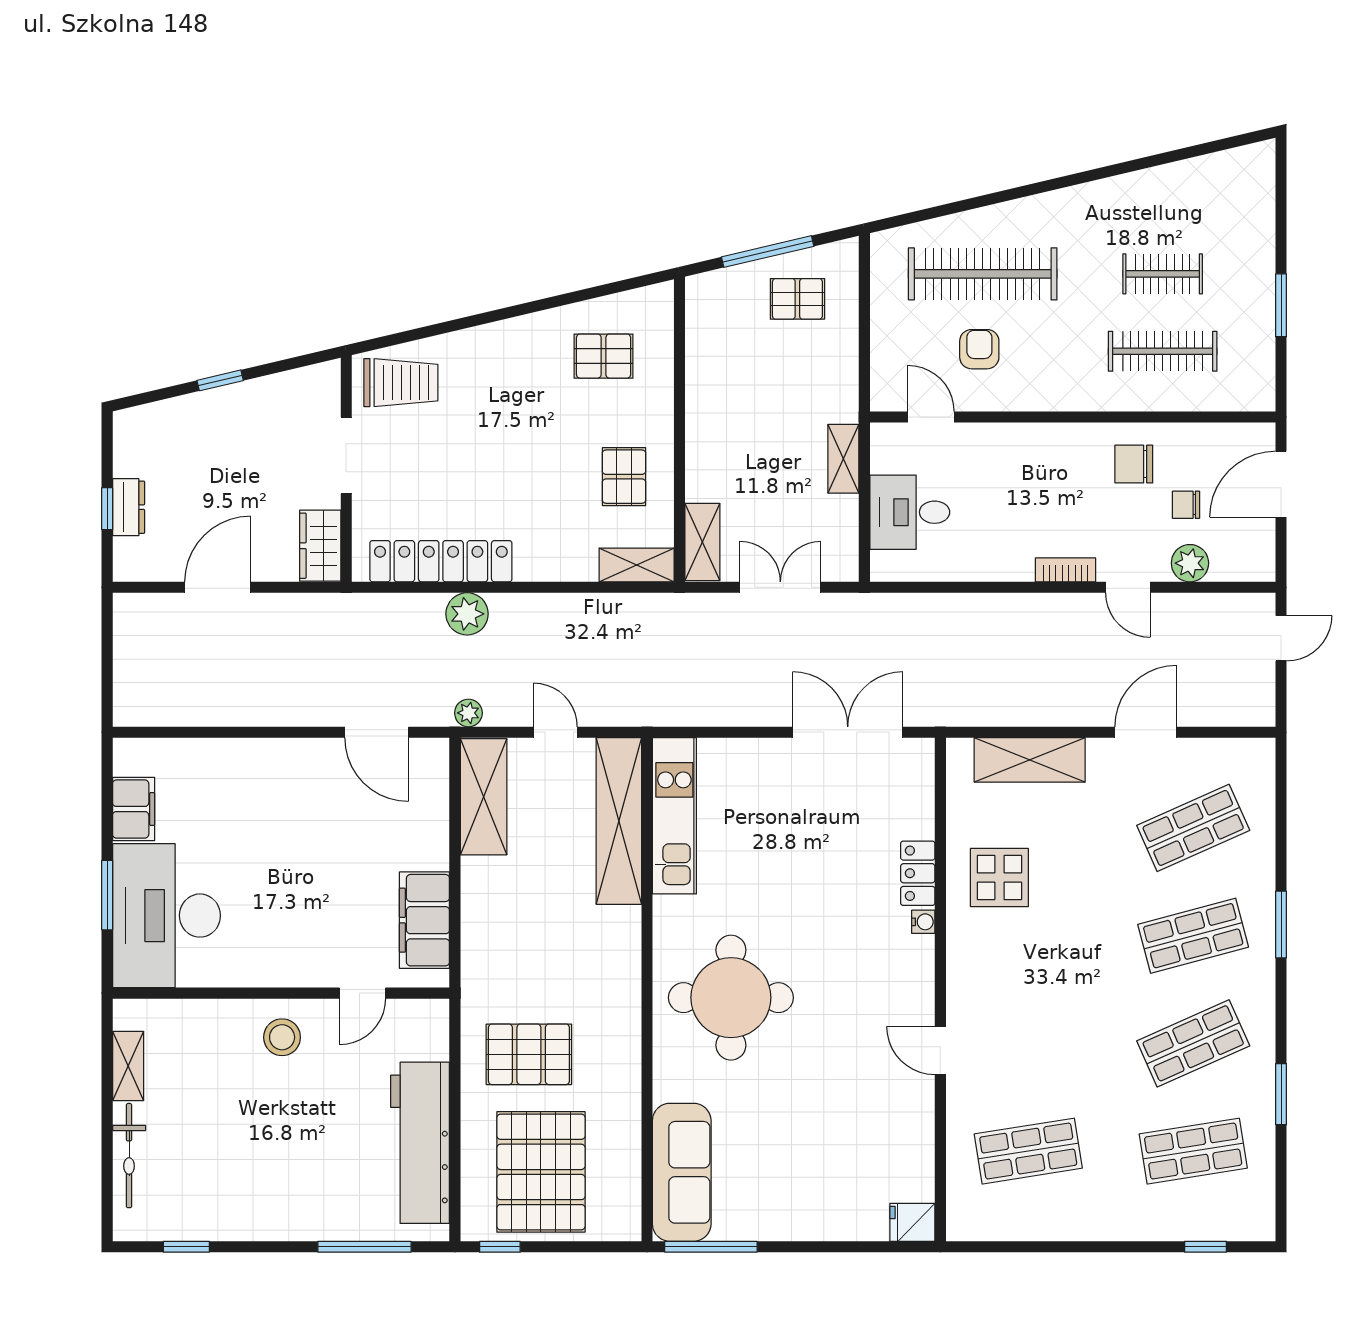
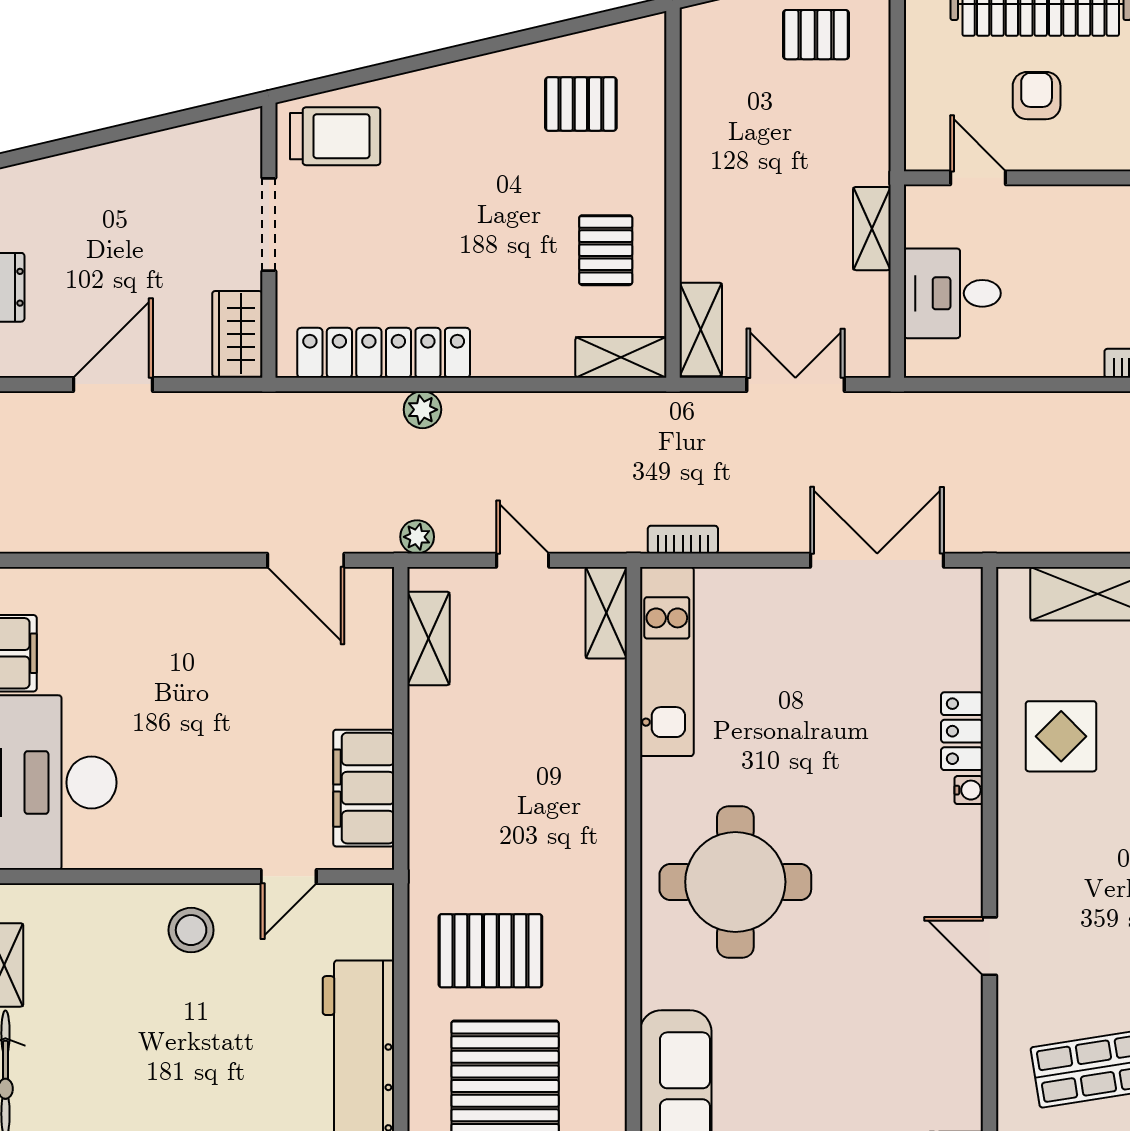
window: (220, 380) -> (116, 134), removed
plant: (467, 614) -> (422, 410), width x0.73, depth x0.73
bookcase: (688, 715) -> (683, 540), added
shelving: (484, 797) -> (428, 638), width x0.67, depth x0.75
shelving: (619, 821) -> (606, 613), width x0.45, depth x0.75

